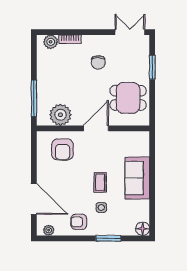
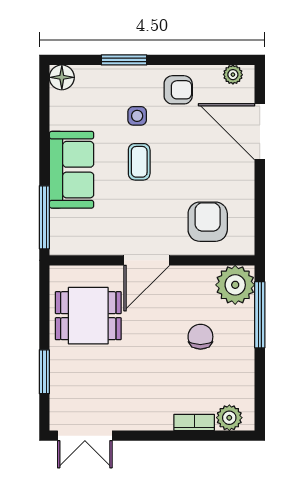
chair: (98, 62) -> (200, 337), moved
plant: (60, 115) -> (235, 285), moved
window: (152, 152) -> (44, 217), added

